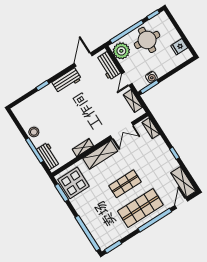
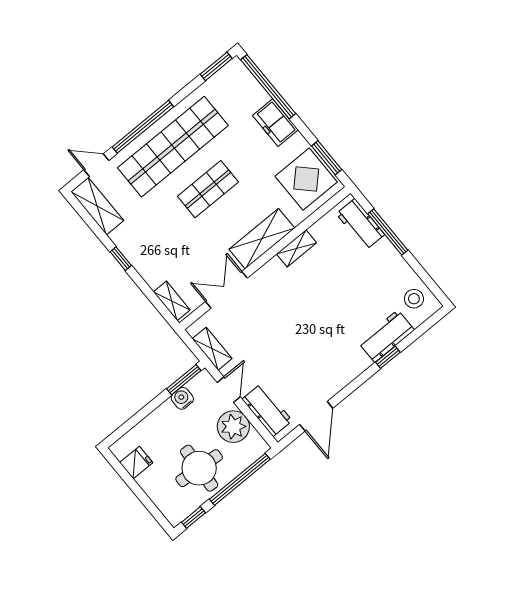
plant: (121, 51) -> (233, 427), moved
workbench: (67, 81) -> (386, 336), moved
stool: (34, 132) -> (414, 299), moved
door: (181, 203) -> (96, 165), swing flipped
shop shelf: (140, 208) -> (173, 147), width x1.40
freezer: (86, 214) -> (275, 123), added

